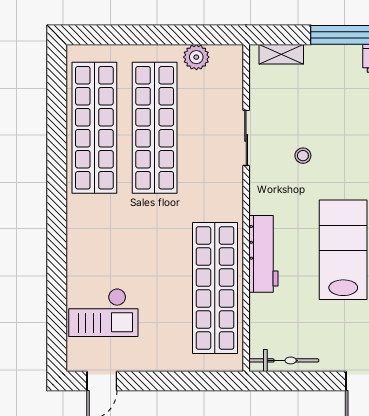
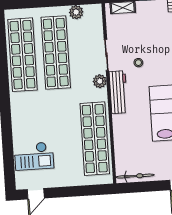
plant: (231, 185) -> (100, 81), added
workbench: (263, 254) -> (118, 92), moved

